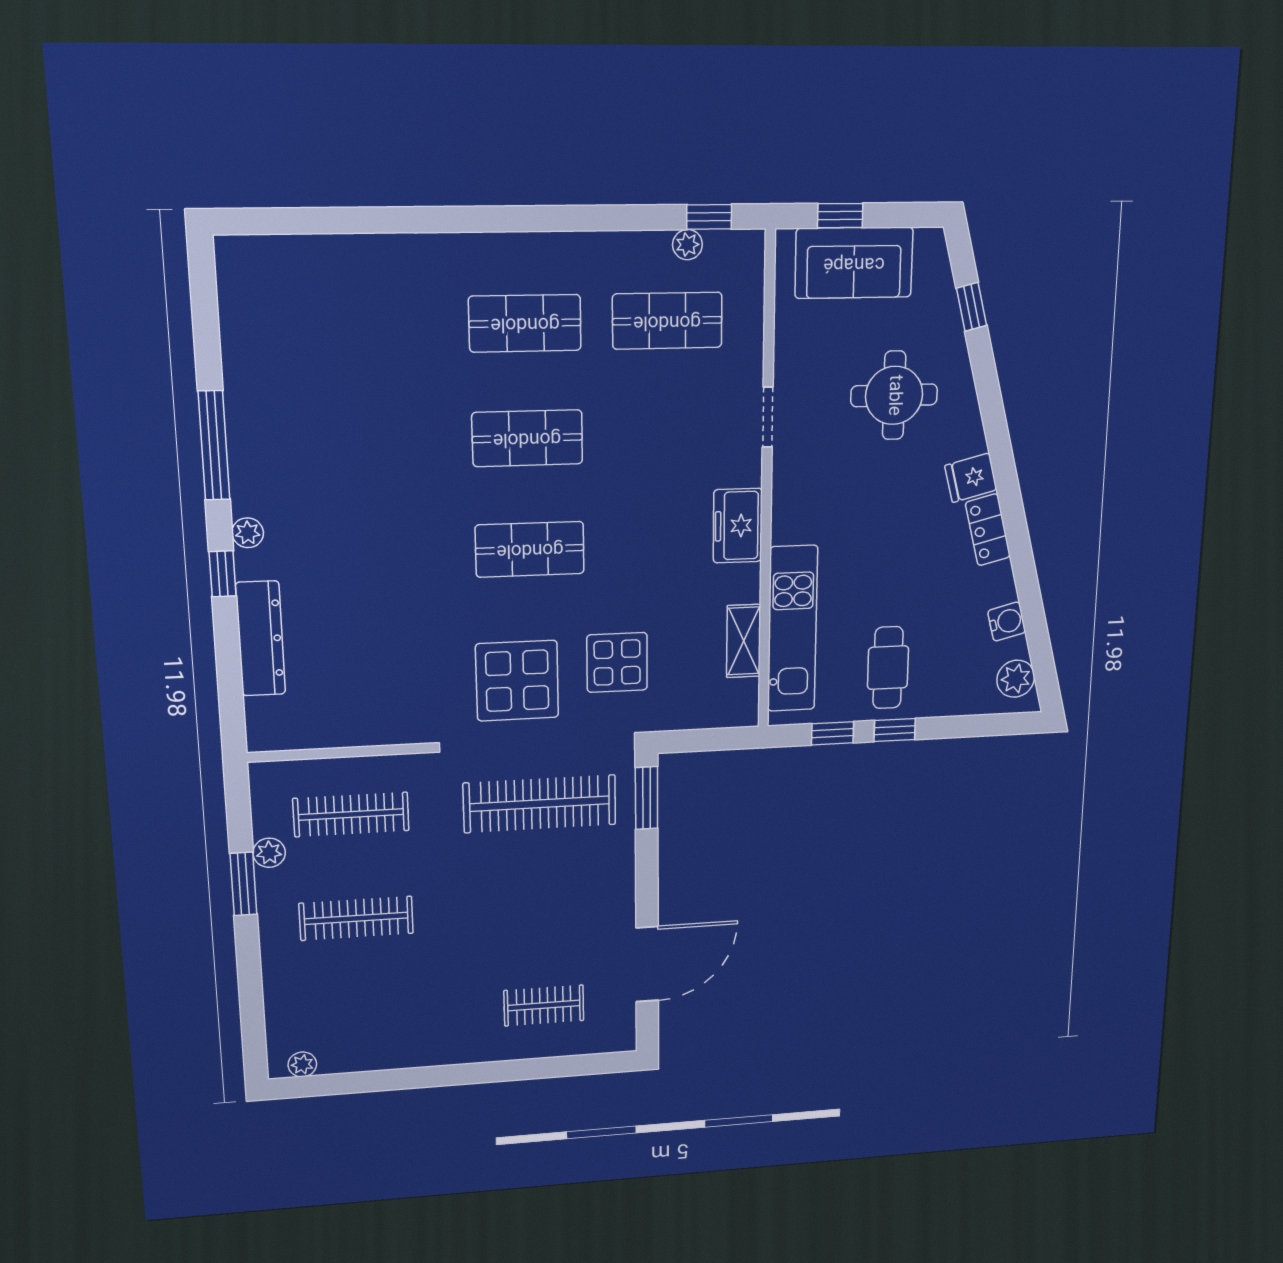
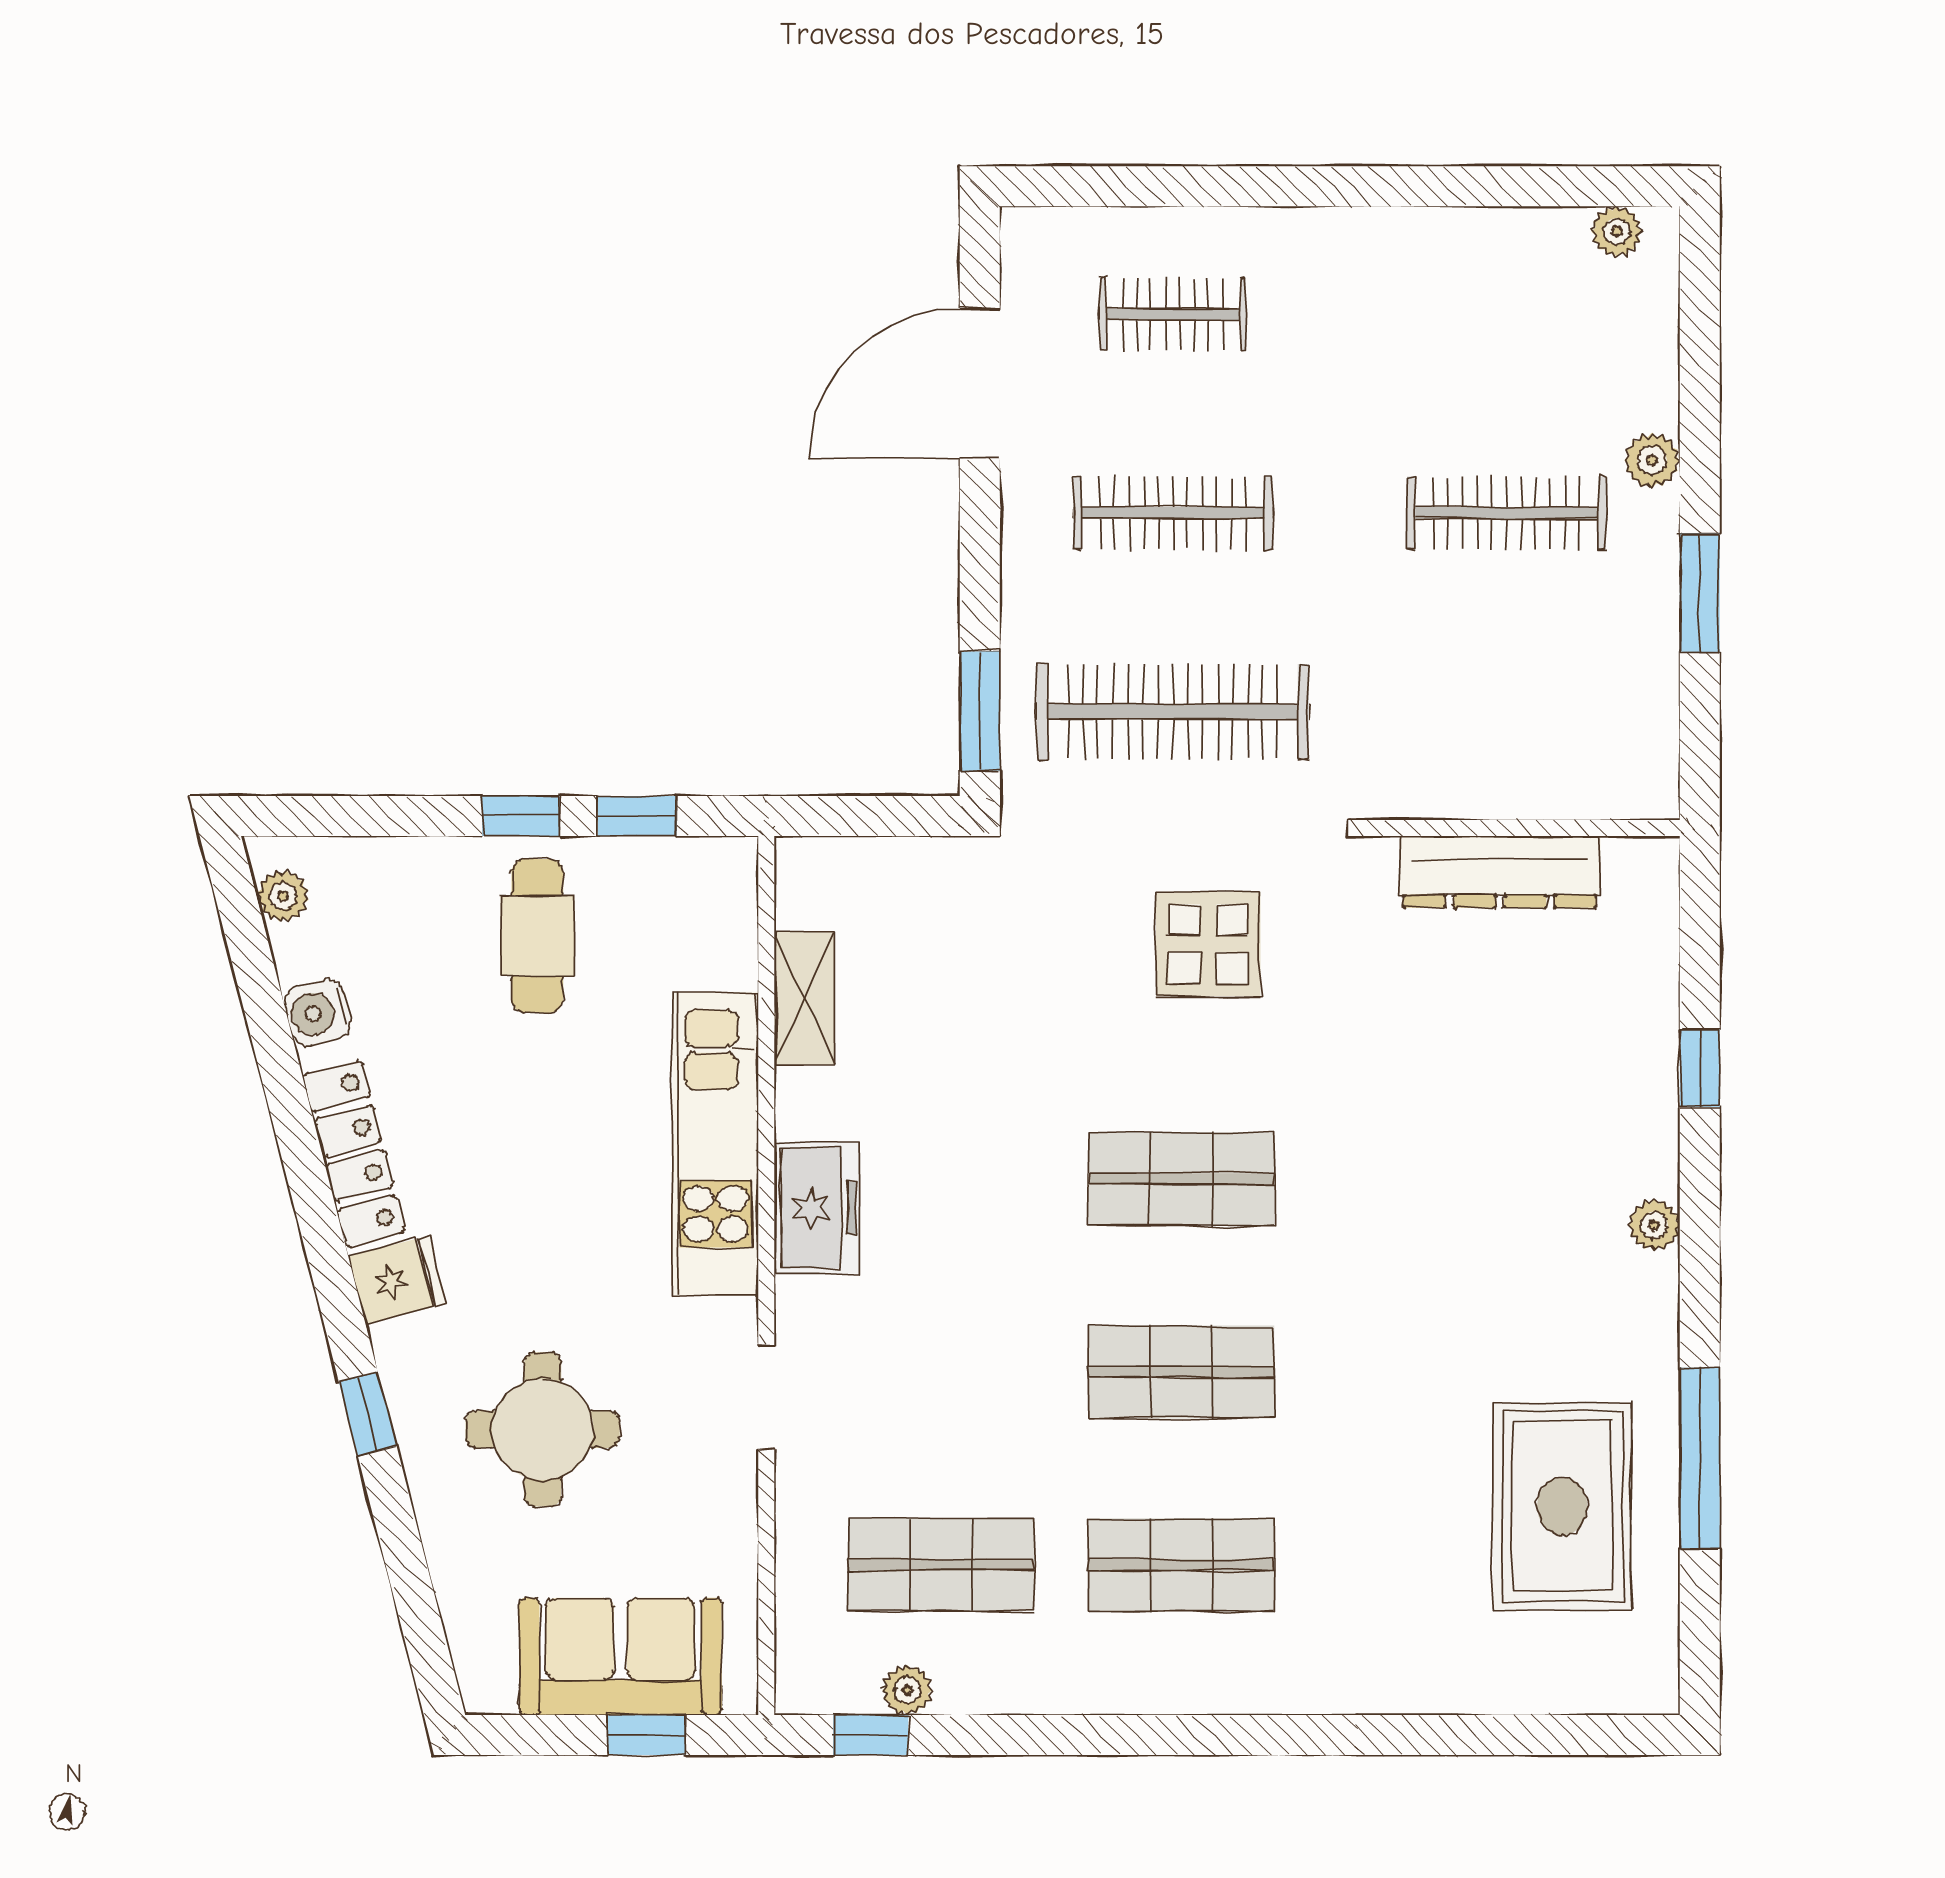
window: (972, 307) -> (368, 1414), moved
rug: (294, 364) -> (1562, 1506), added
window: (214, 445) -> (1700, 1458), moved
locker: (988, 530) -> (354, 1153), width x1.53
window: (223, 574) -> (1700, 1068), moved
kitchen unit: (792, 629) -> (715, 1144), moved
dresser: (261, 639) -> (1500, 872), moved, turned -90
display table: (617, 662) -> (1031, 969), removed
plant: (1016, 679) -> (283, 896), width x0.73, depth x0.73
display table: (517, 681) -> (1208, 944), width x0.73, depth x0.73
clothes rail: (351, 814) -> (1173, 513), moved
plant: (269, 853) -> (1652, 460), moved

